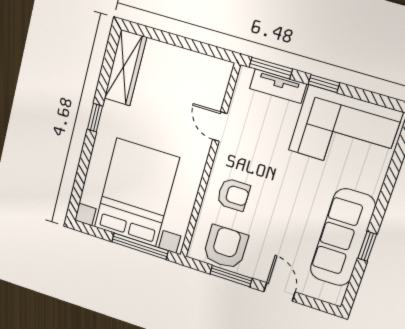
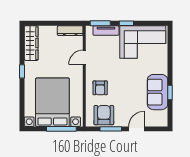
dresser: (207, 65) -> (70, 31), added
door: (220, 127) -> (84, 57), hinge flipped
armchair: (233, 195) -> (100, 88), turned 90
sofa: (342, 238) -> (157, 92), width x0.73
door: (279, 292) -> (136, 129), hinge flipped

